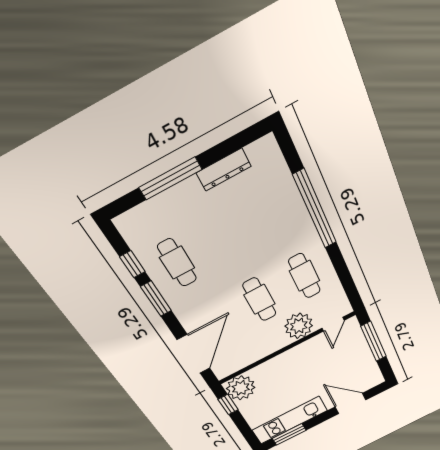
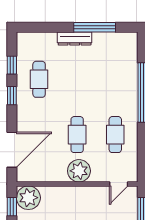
dresser: (224, 170) -> (75, 38), moved
window: (170, 178) -> (95, 27), moved
window: (156, 299) -> (12, 96), width x0.67
plant: (299, 326) -> (79, 171), moved

